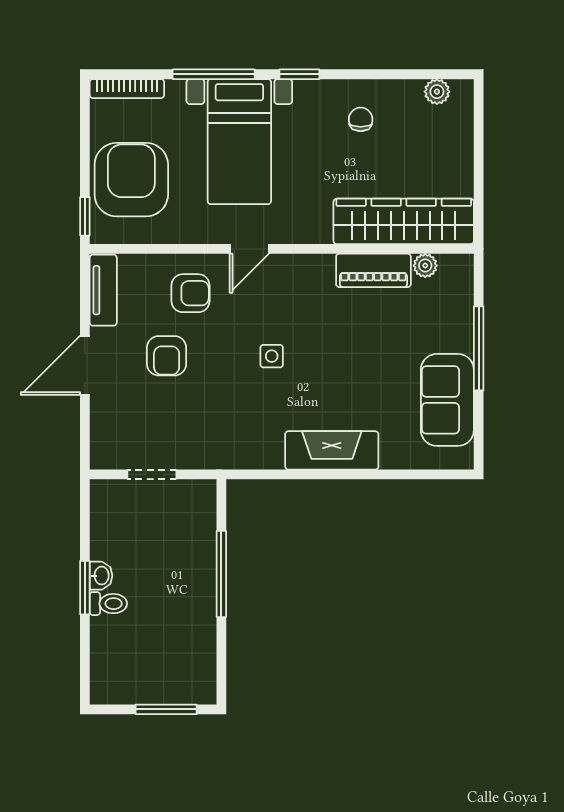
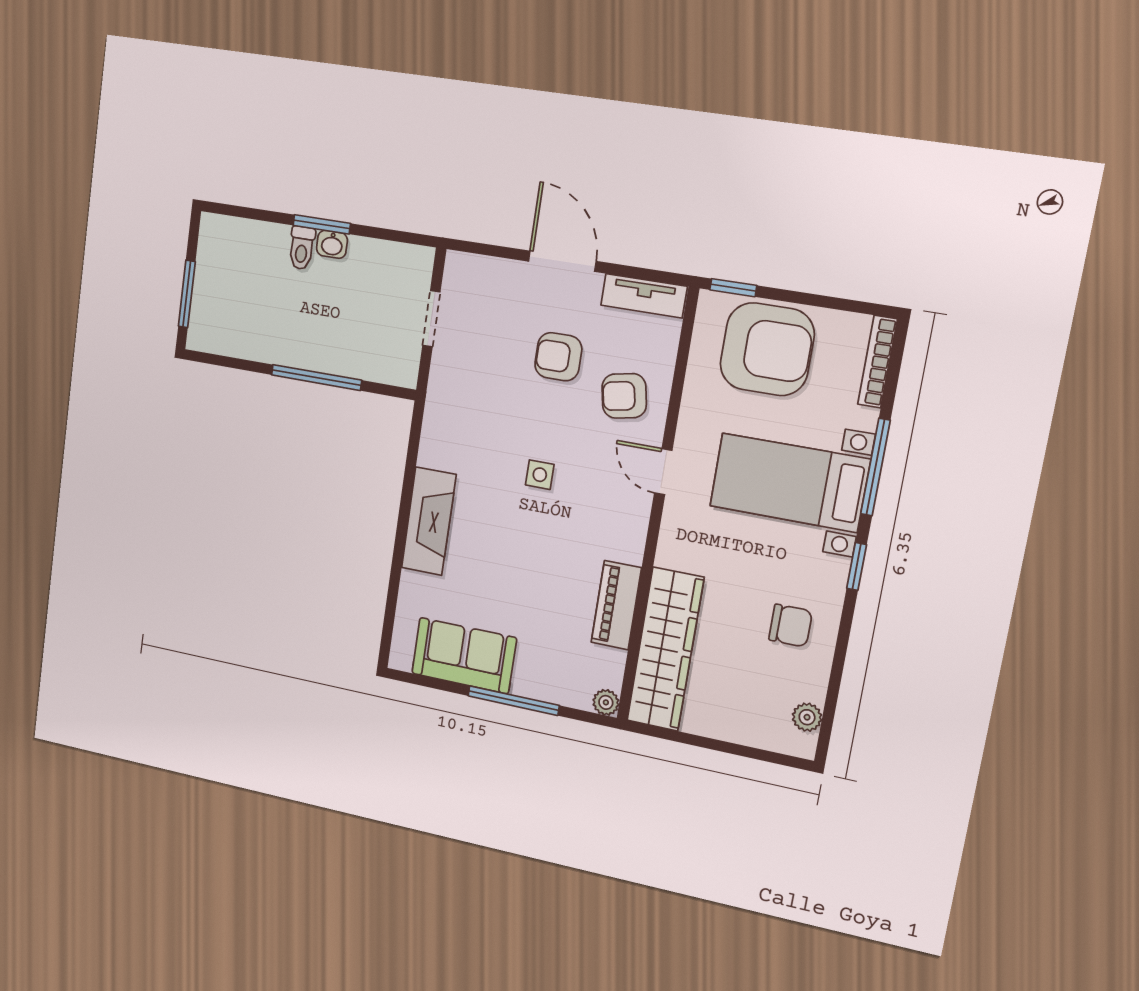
chair: (361, 119) -> (790, 626), width x1.37, depth x1.37
plant: (425, 266) -> (606, 702), moved
armchair: (190, 293) -> (624, 396), turned 79

